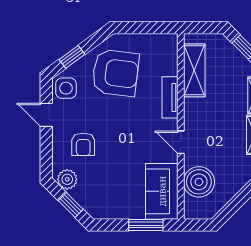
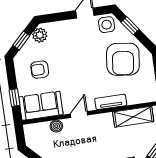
armchair: (83, 144) -> (40, 70), moved
boiler: (199, 182) -> (56, 126), width x0.54, depth x0.54
window: (146, 225) -> (15, 98), width x0.67

